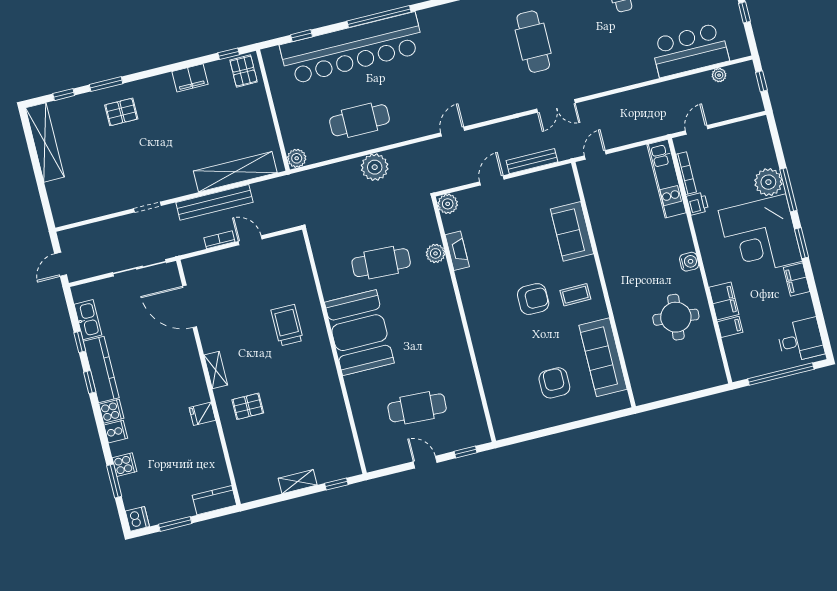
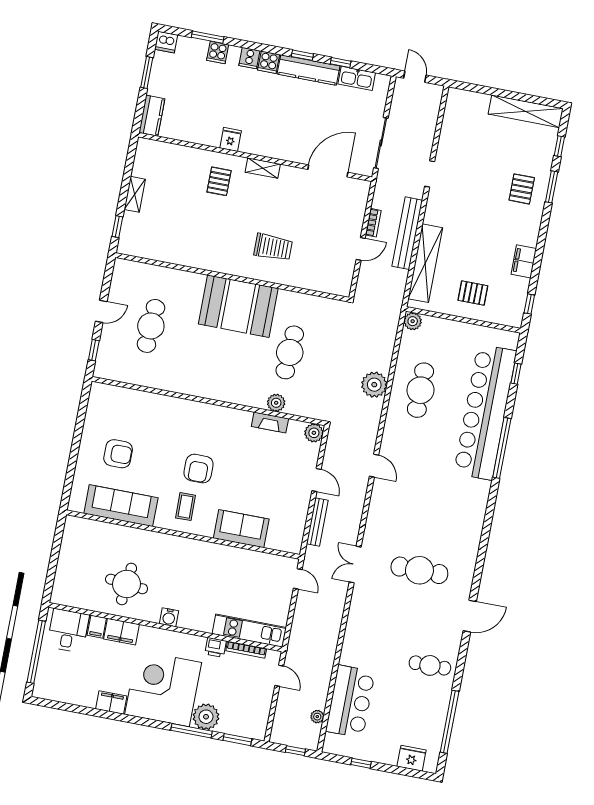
pallet: (244, 71) -> (473, 293), moved
window: (802, 243) -> (237, 740), moved
desk: (800, 340) -> (68, 631), moved, turned 180

